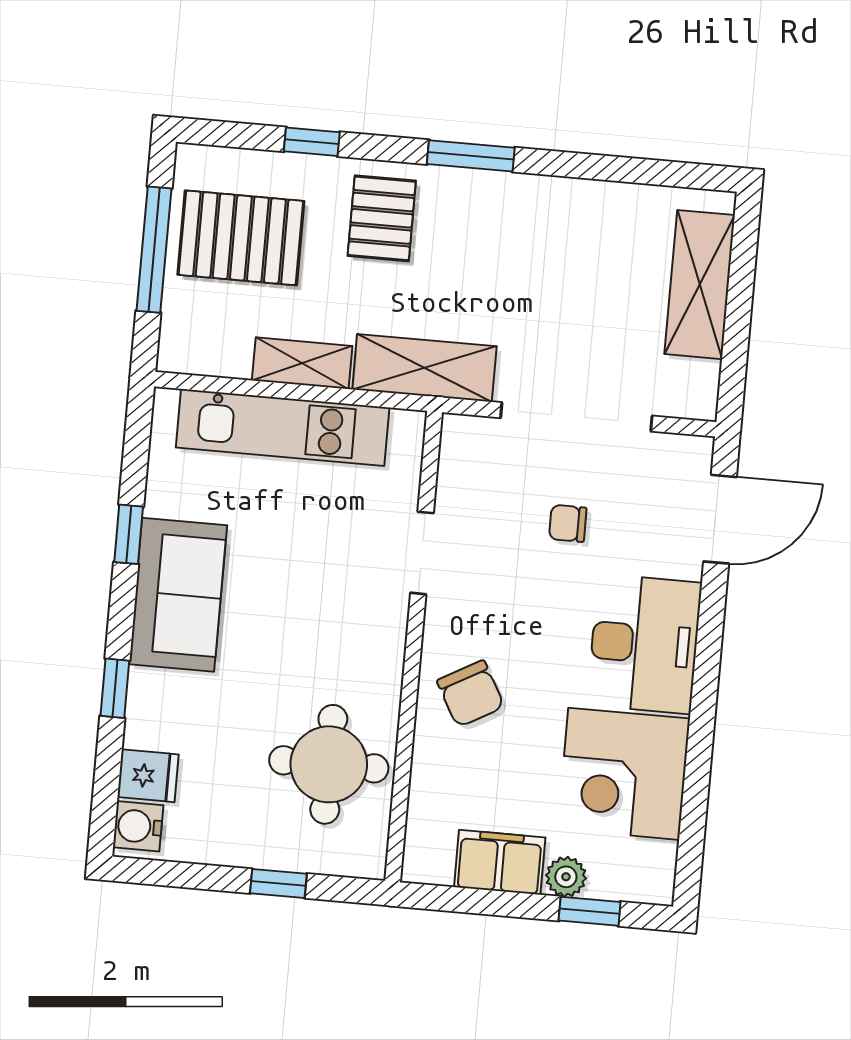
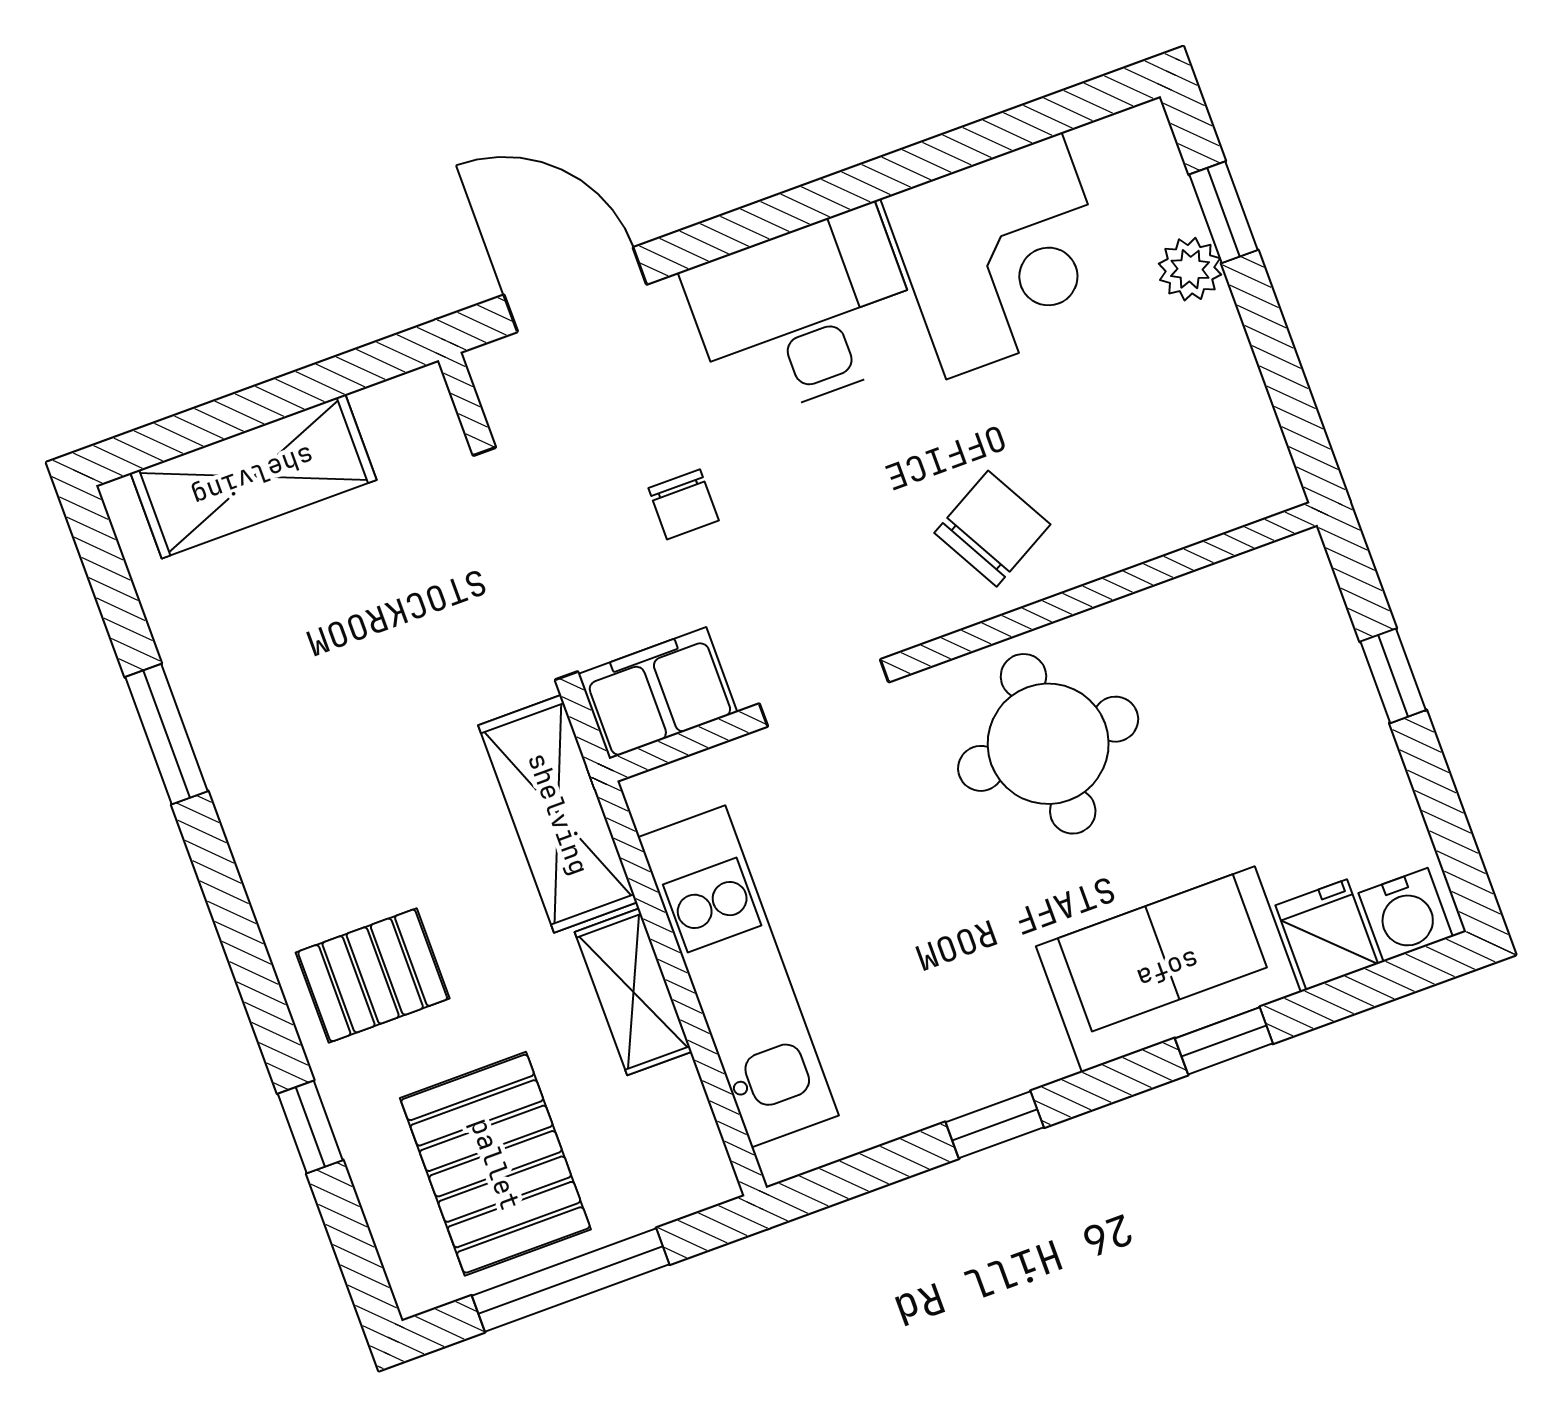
window: (471, 156) -> (166, 734), moved
sofa: (178, 595) -> (1168, 969), moved
round table: (329, 764) -> (1048, 744), moved
filing cabinet: (500, 862) -> (658, 693), moved, turned 90

